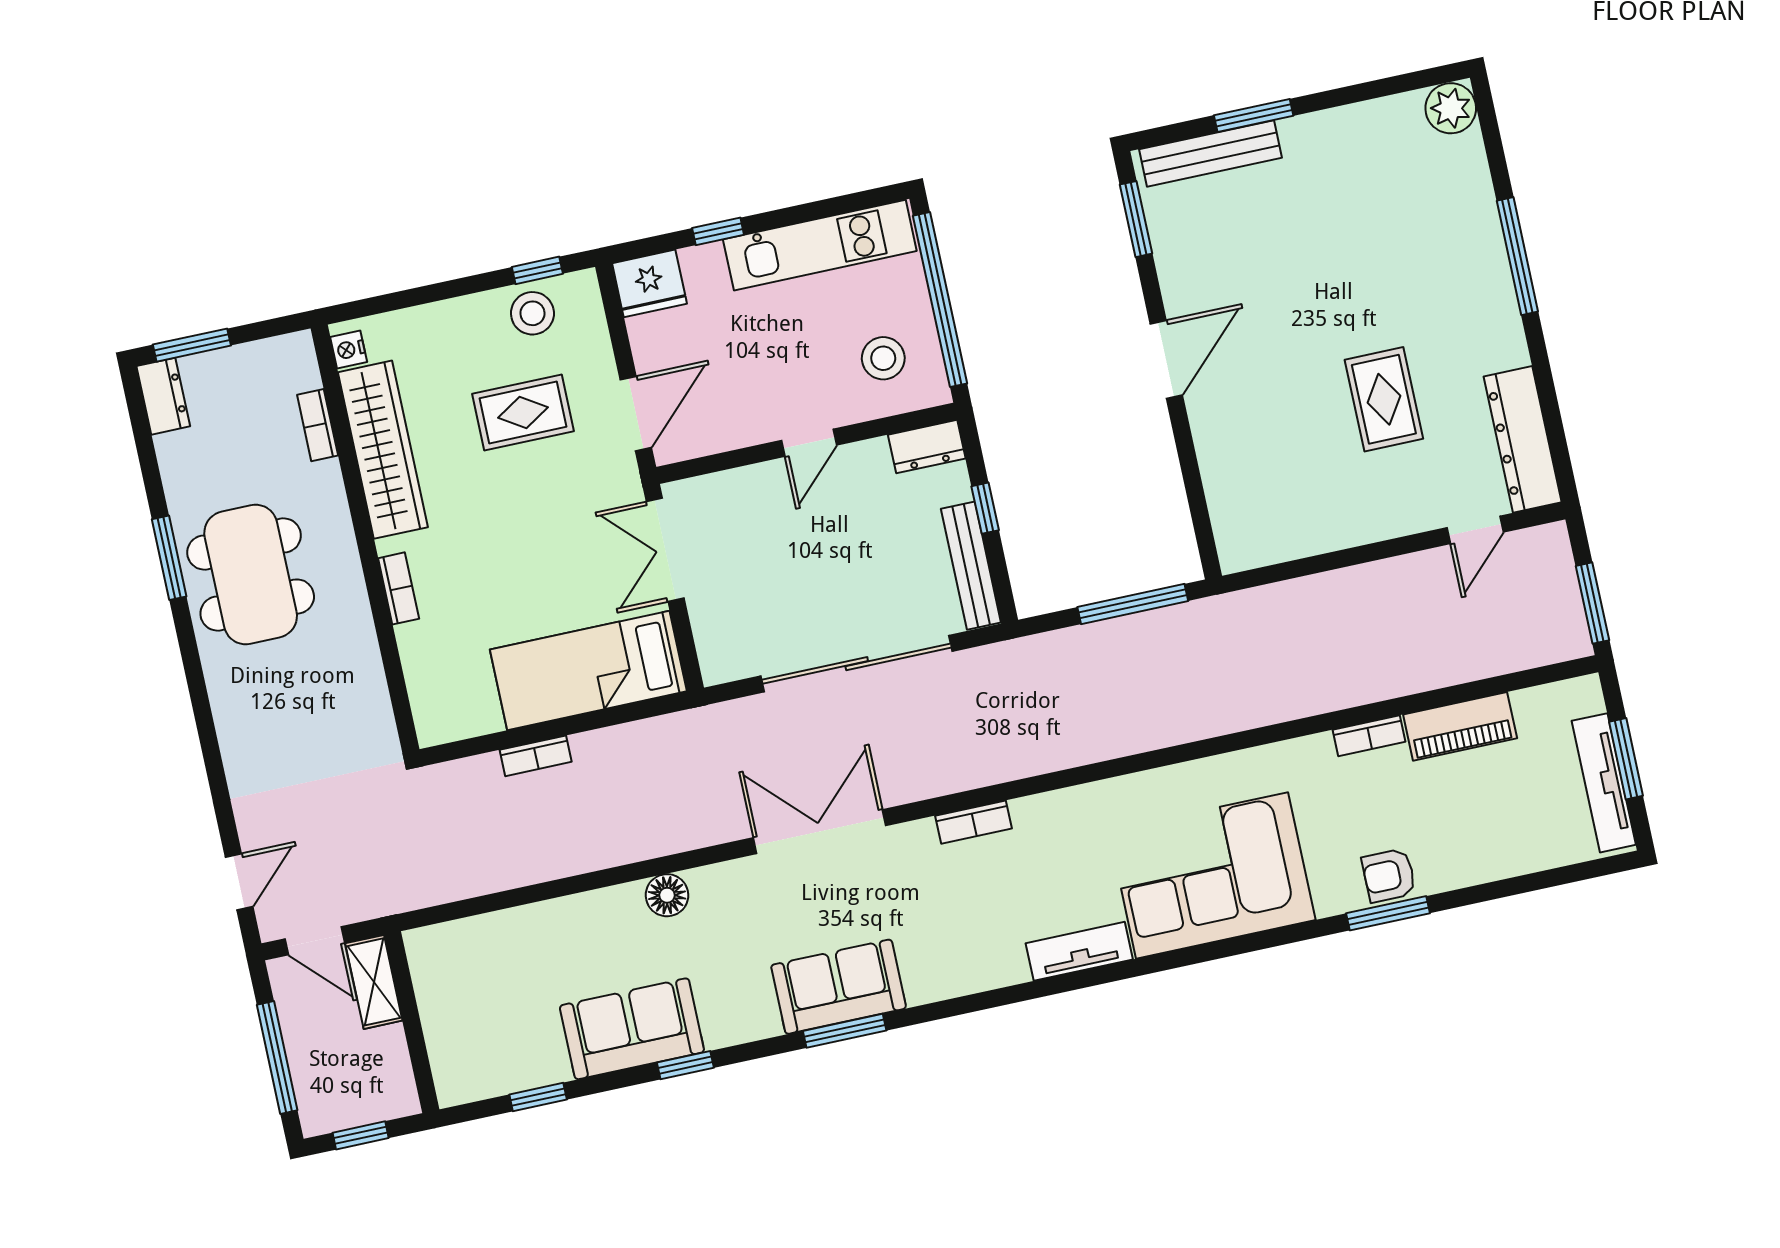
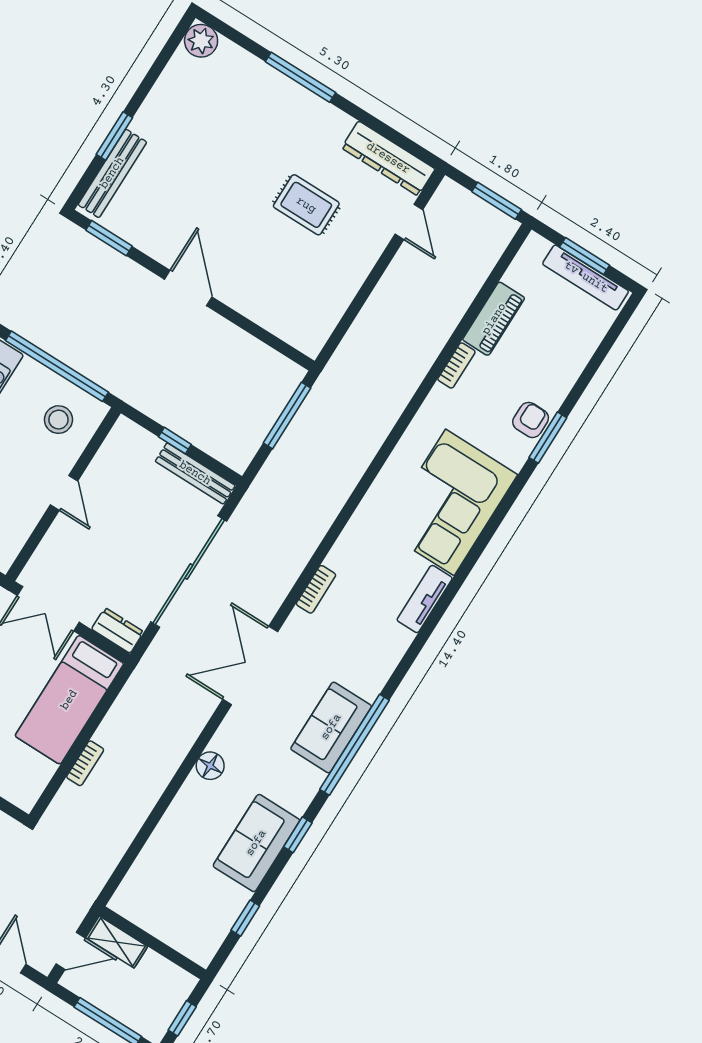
dresser: (927, 447) -> (118, 630), moved, turned -90
armchair: (1389, 875) -> (531, 420), turned 180
window: (845, 1031) -> (354, 745), width x2.11

